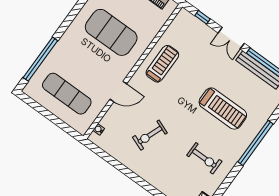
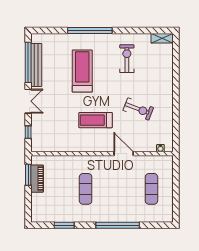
exercise mat: (111, 32) -> (86, 189), width x0.50, depth x0.69
window: (40, 59) -> (118, 225), moved
treadmill: (162, 64) -> (95, 120), moved
exercise mat: (67, 94) -> (151, 189), width x0.73, depth x0.69

